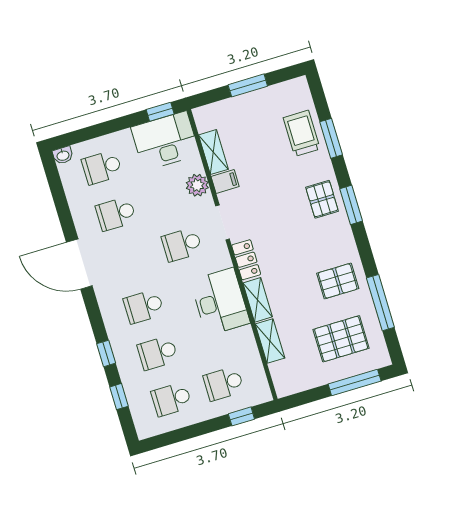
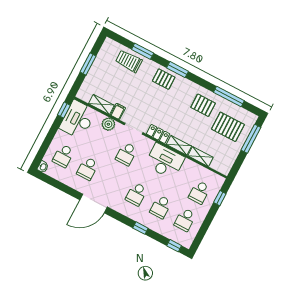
pallet: (338, 281) -> (203, 105), turned 90
pallet: (341, 339) -> (228, 127), turned 90
window: (119, 397) -> (174, 246), moved

